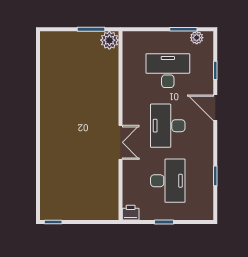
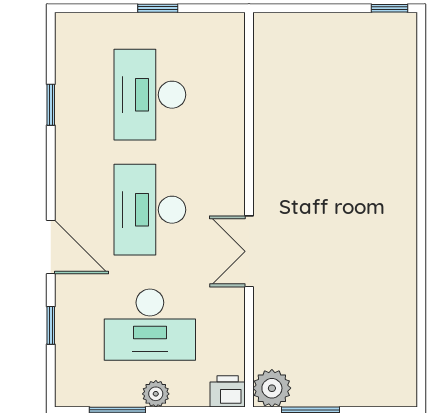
plant: (197, 38) -> (156, 394), moved
desk: (168, 126) -> (150, 210), turned 180
double door: (120, 142) -> (249, 251), moved
printer: (131, 213) -> (228, 391), moved, turned 180

